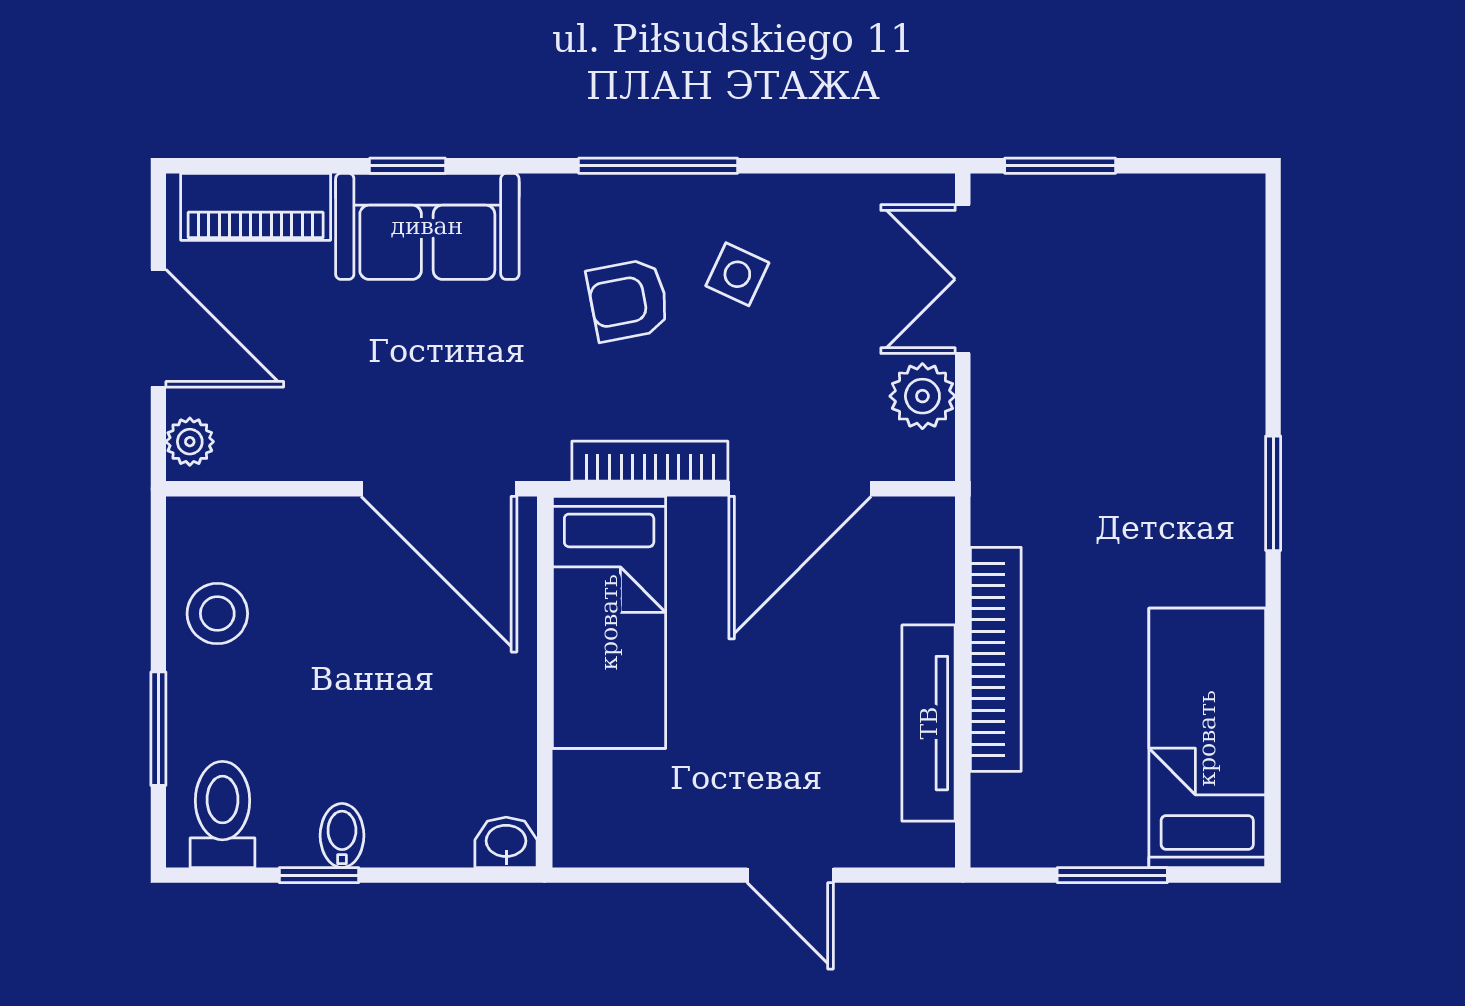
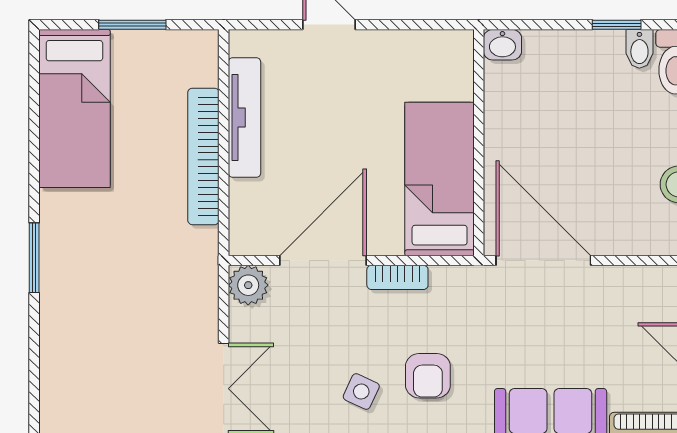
armchair: (628, 300) -> (428, 376), turned 101
plant: (922, 396) -> (248, 285), moved
bookcase: (650, 461) -> (397, 277), width x0.64
bidet: (342, 835) -> (639, 49), moved

